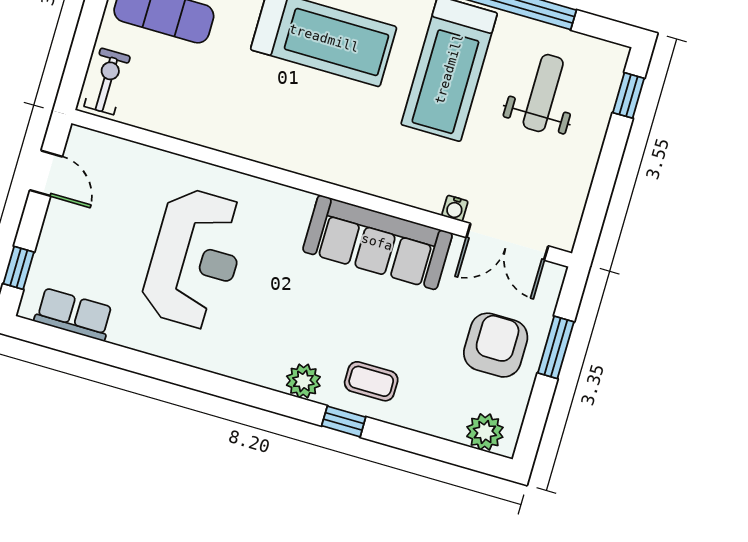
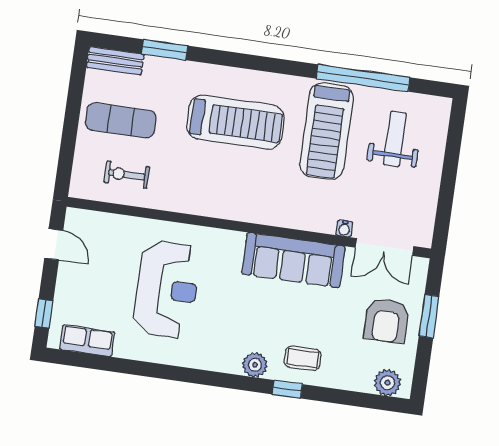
exercise bike: (107, 81) -> (127, 175), moved, turned -90
window: (629, 95) -> (455, 132), removed
armchair: (496, 345) -> (386, 321), turned 180

